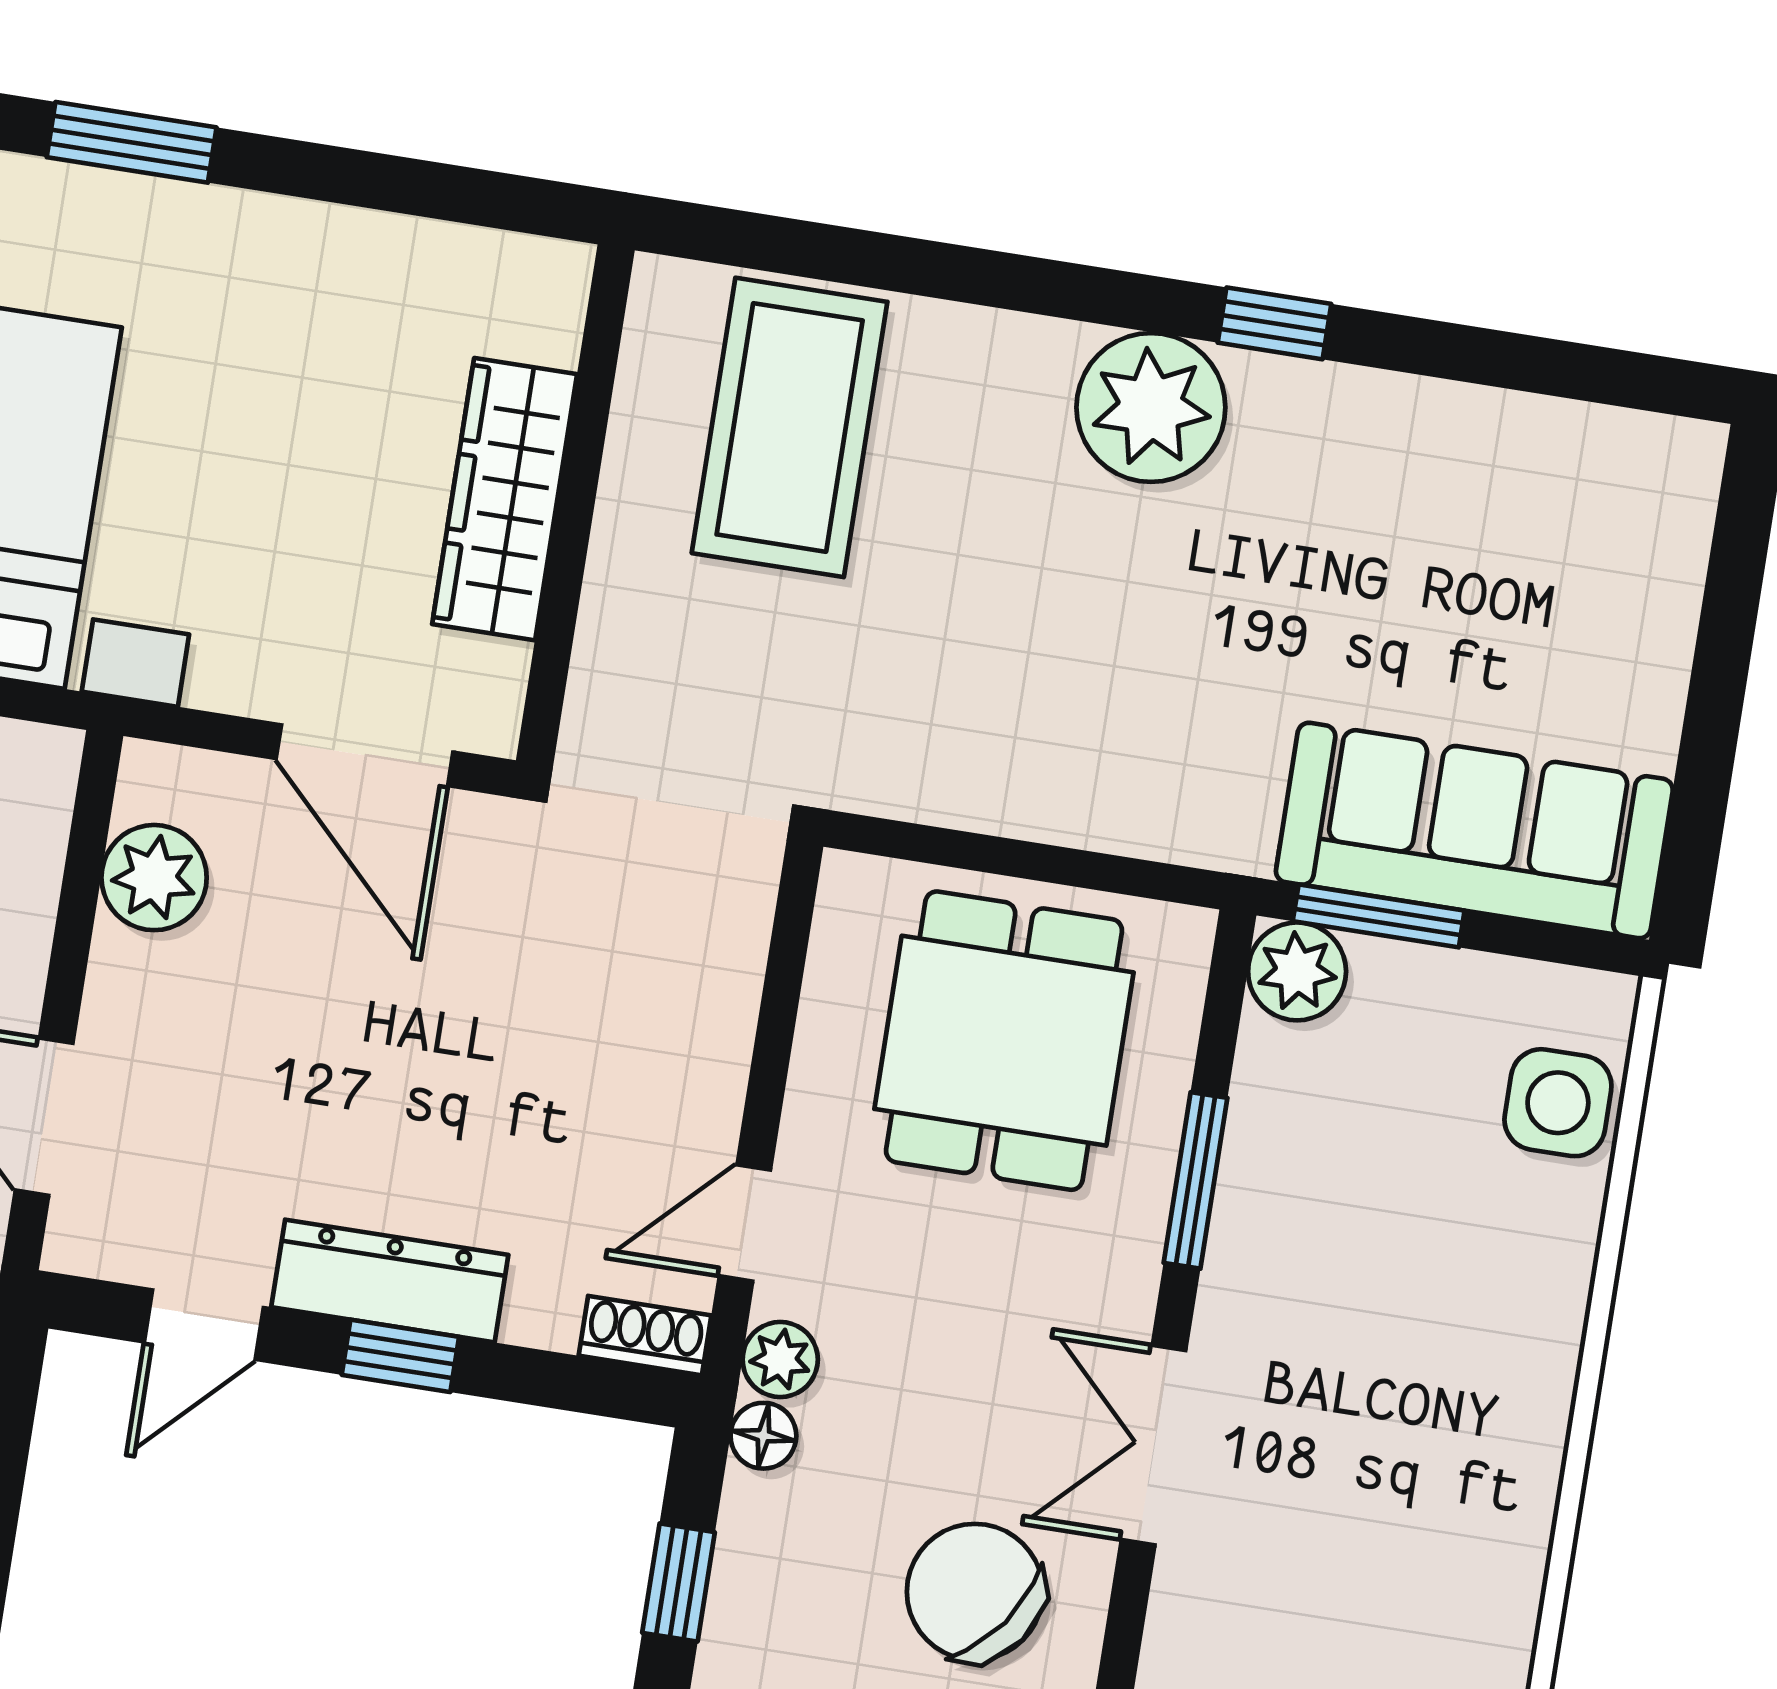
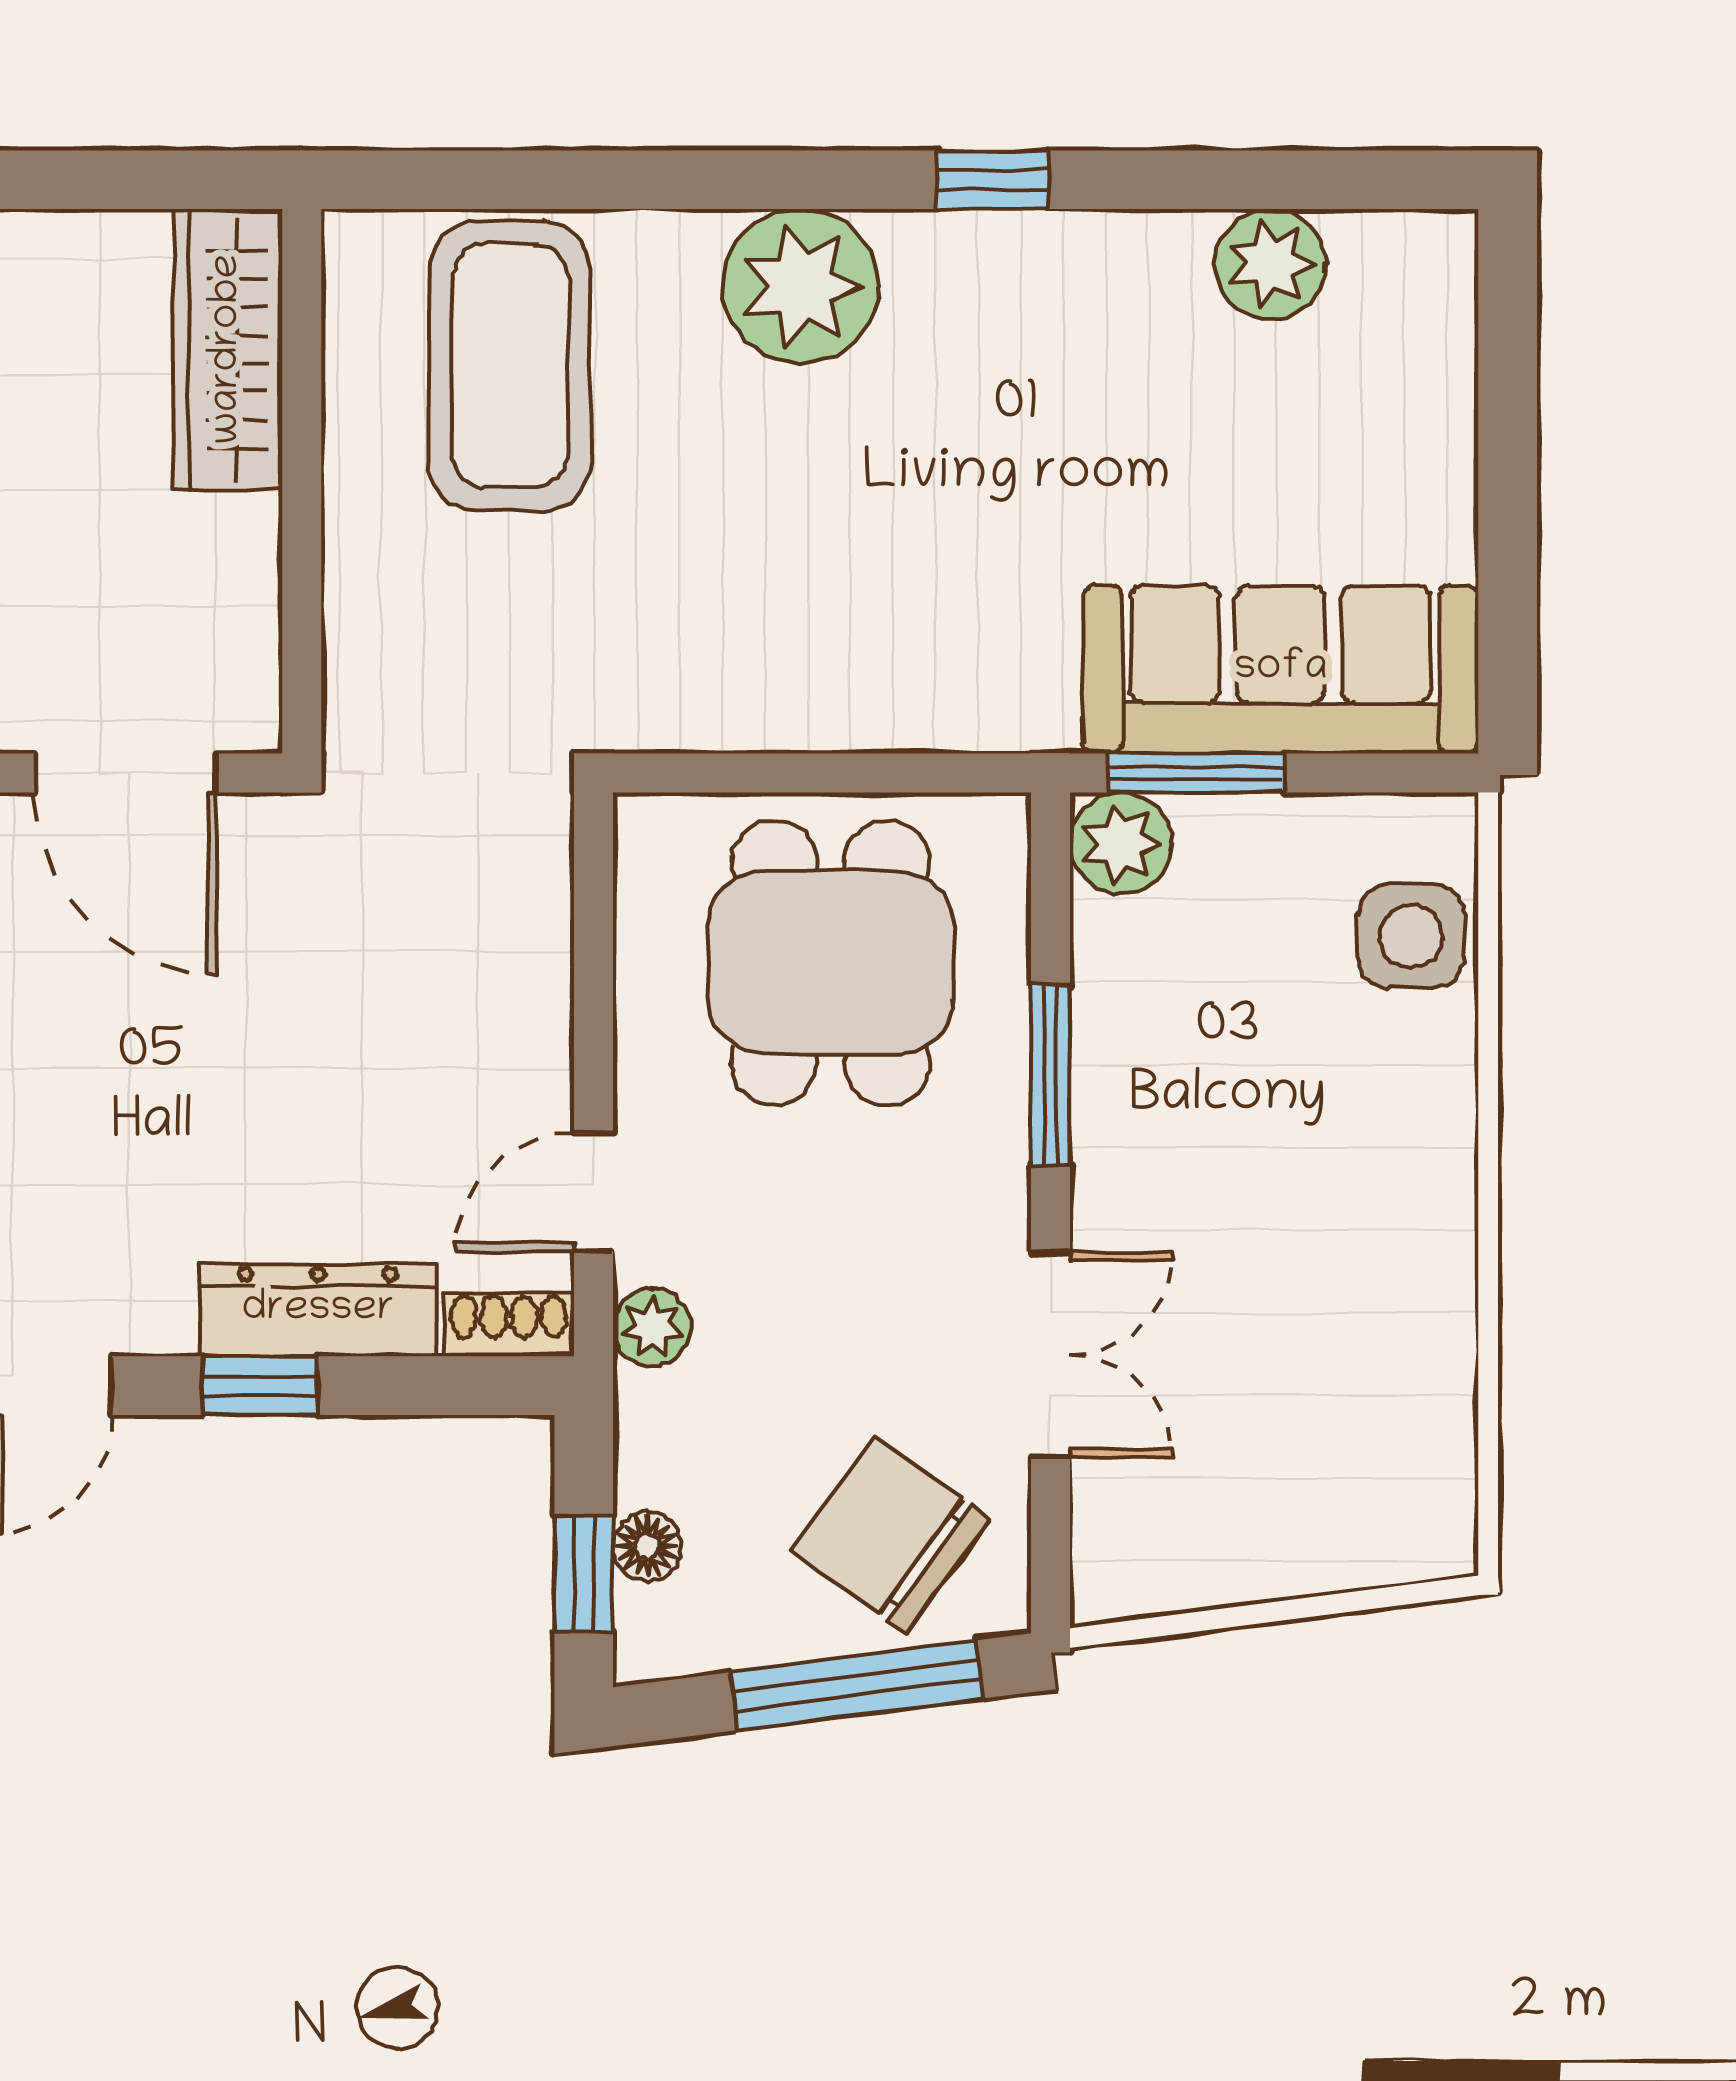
plant: (1151, 407) -> (800, 287), moved
plant: (1526, 445) -> (1271, 264), added
wardrobe: (505, 499) -> (228, 349), moved
dresser: (390, 1281) -> (318, 1310), moved
floor lamp: (763, 1436) -> (647, 1546), moved
double door: (1154, 1445) -> (1051, 1355), swing flipped

